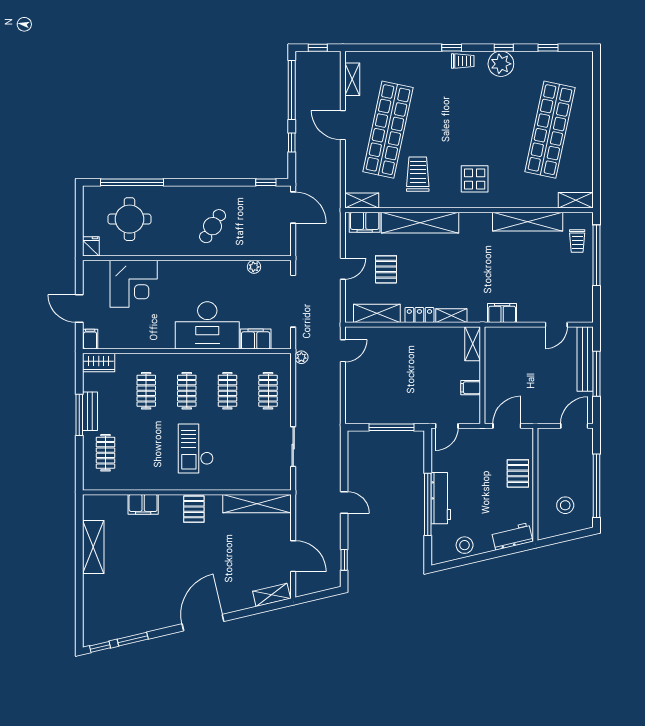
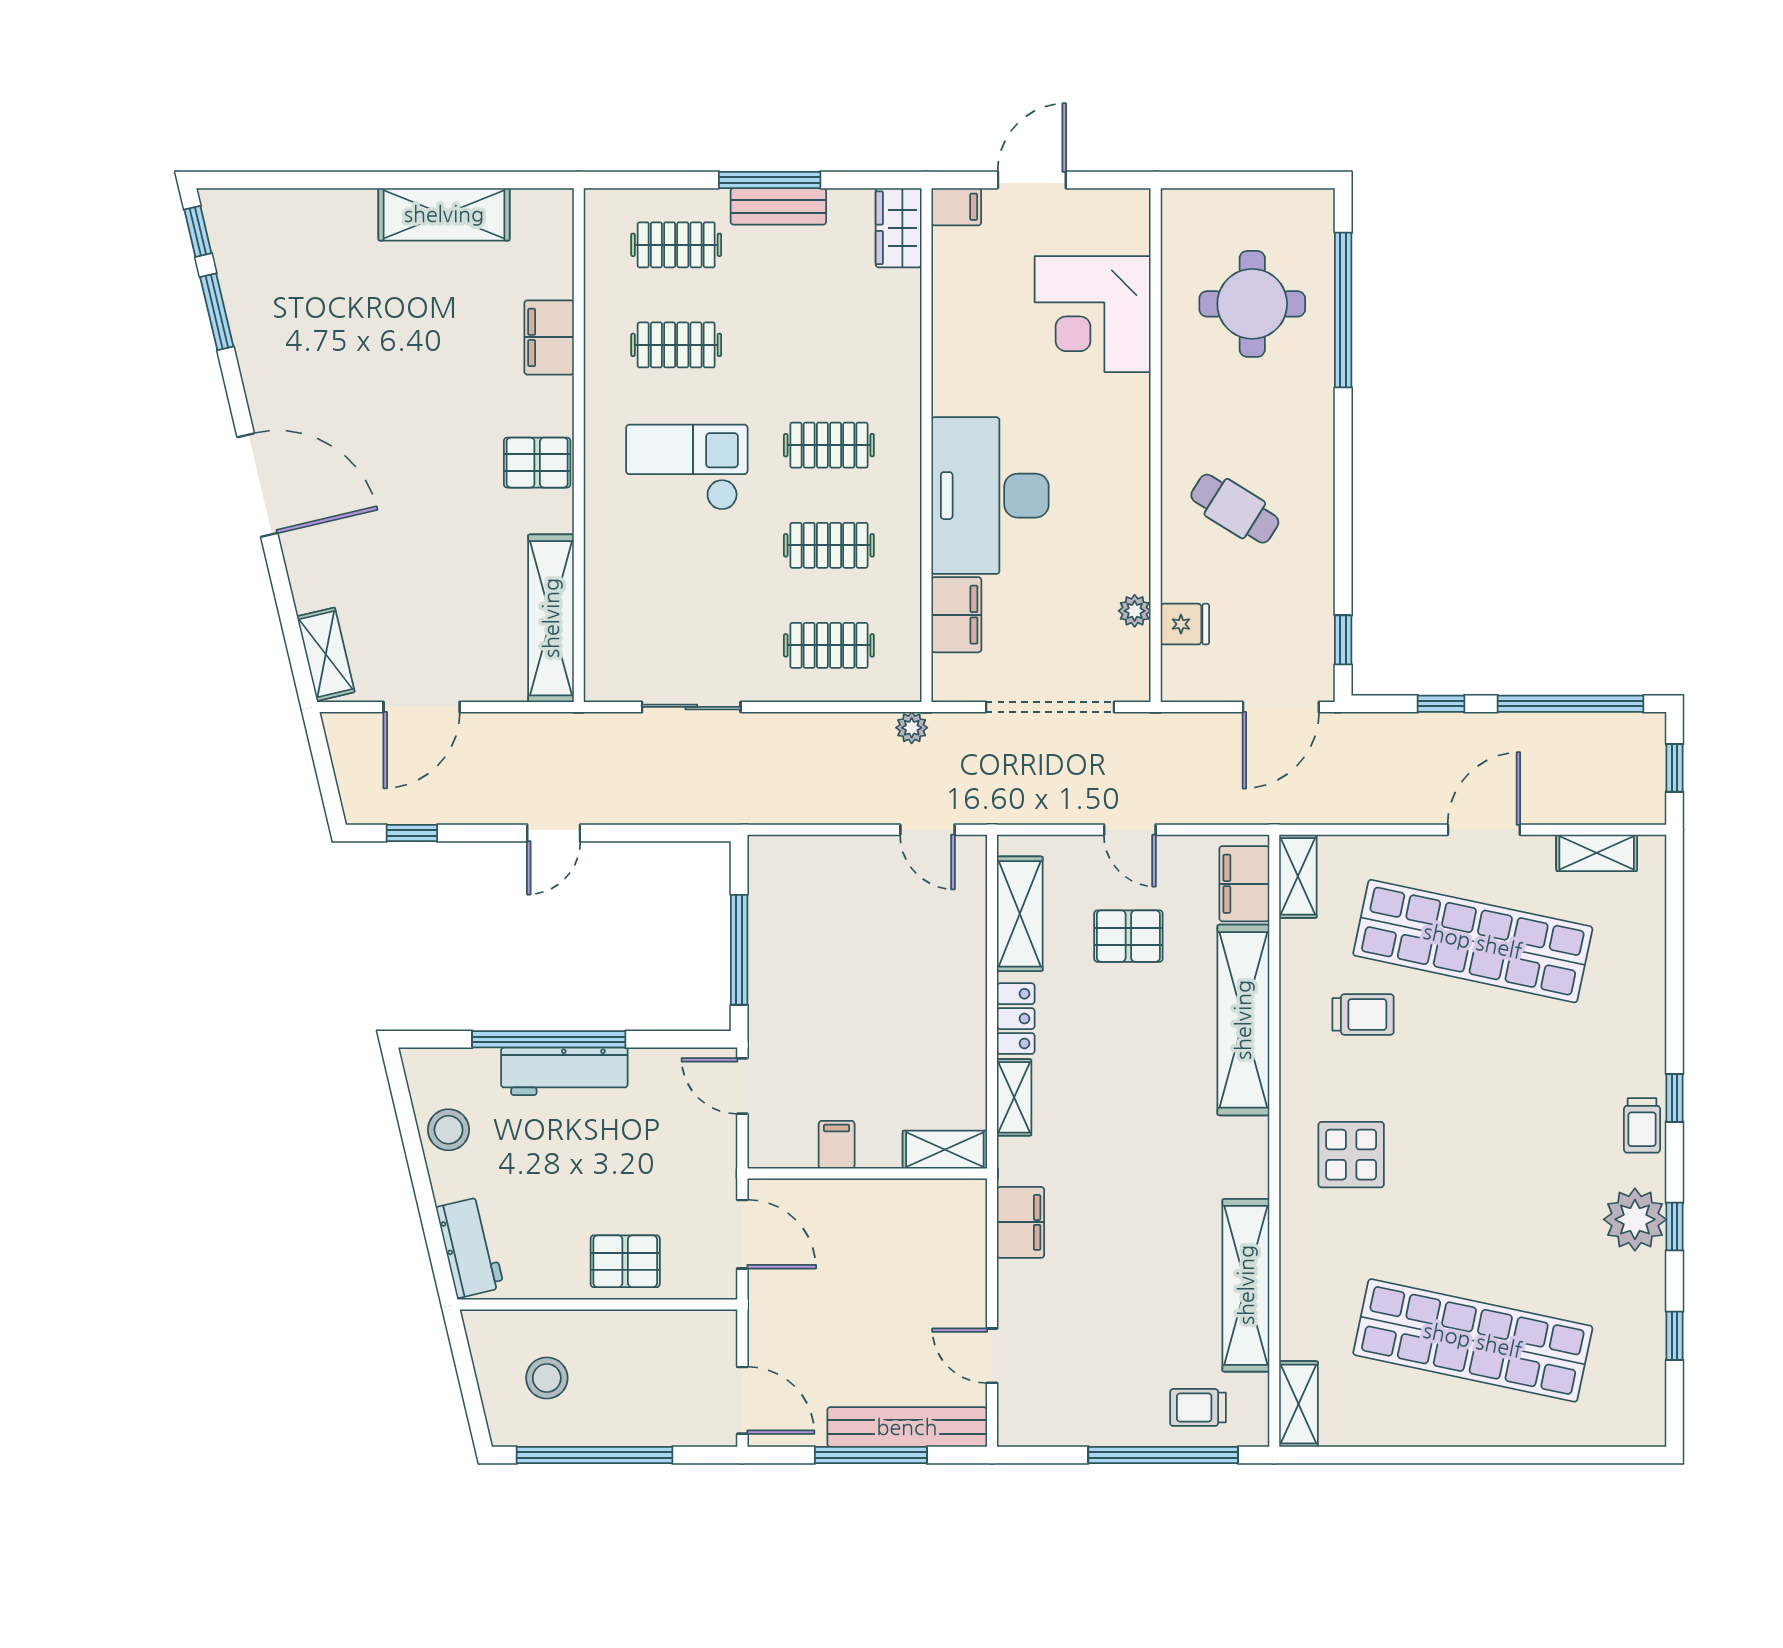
trolley: (418, 174) -> (1363, 1014), width x0.73, depth x0.72
fridge: (91, 246) -> (1185, 624), moved
clothes rail: (146, 391) -> (676, 345), moved

